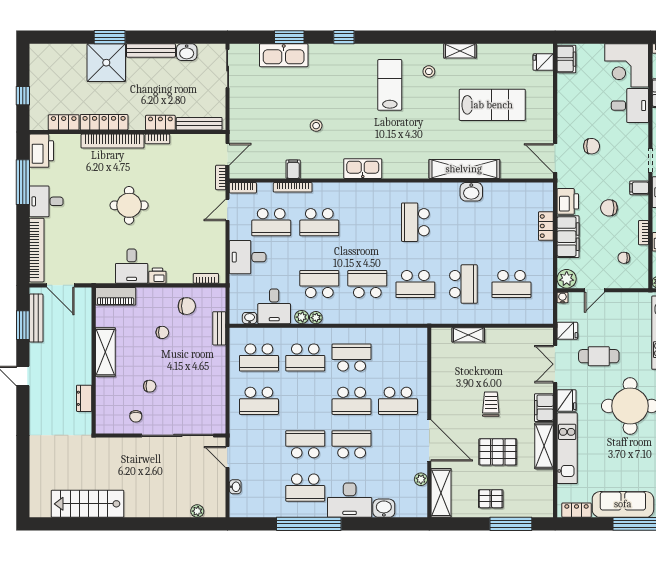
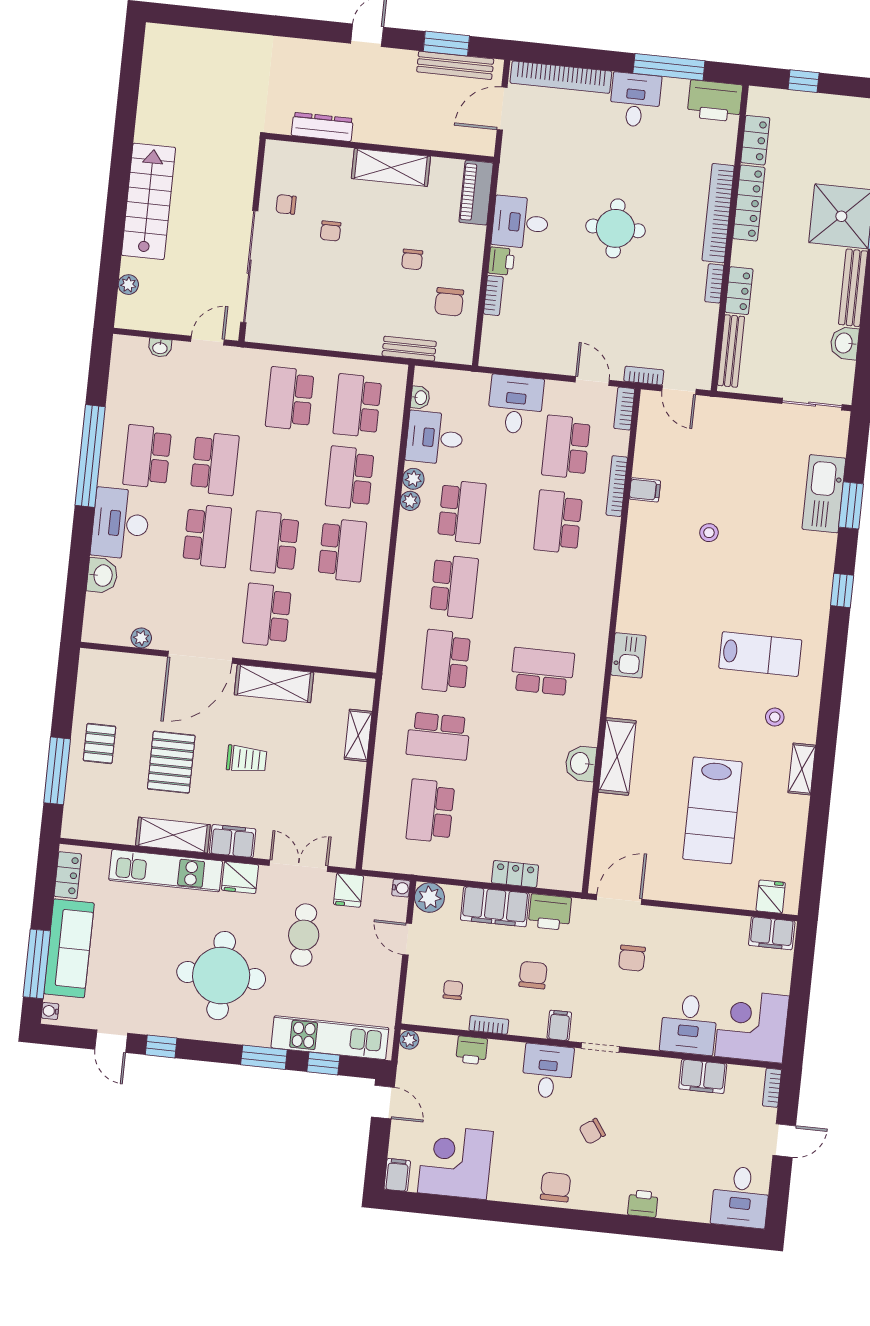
kitchen sink: (363, 169) -> (628, 655), moved, width x0.73
shelving: (464, 169) -> (617, 756), width x0.68
bookcase: (206, 278) -> (493, 295), moved
dresser: (84, 398) -> (322, 127), width x1.44
shelving: (441, 493) -> (274, 684), moved
stairs: (87, 504) -> (148, 201), moved

